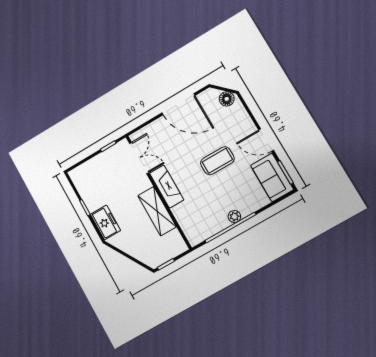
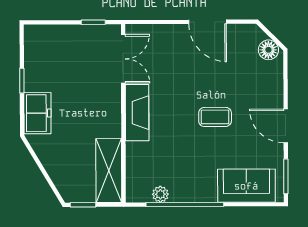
door: (178, 104) -> (208, 22), width x0.73
coffee table: (217, 161) -> (215, 117), width x0.73, depth x0.77
sofa: (272, 177) -> (246, 186), moved, turned 90
shelving: (157, 211) -> (109, 171), moved
plant: (234, 216) -> (160, 194), moved

